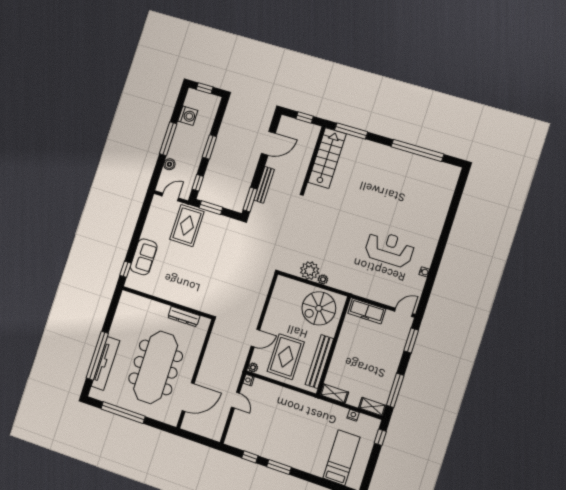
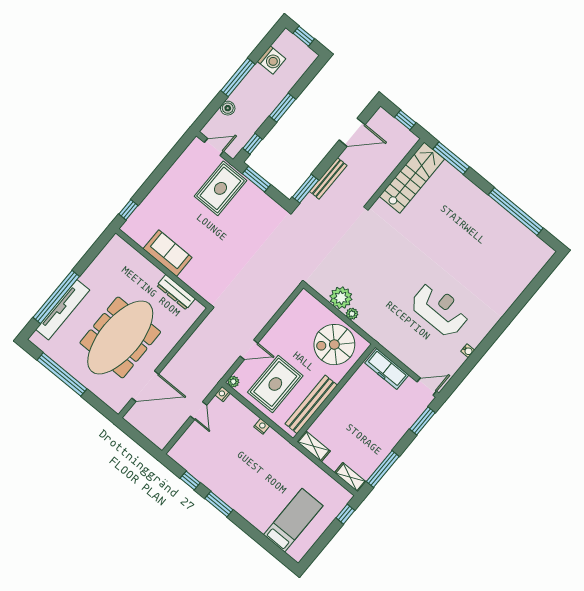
sofa: (144, 257) -> (168, 253), moved, turned -90
nightstand: (353, 415) -> (262, 426), moved

